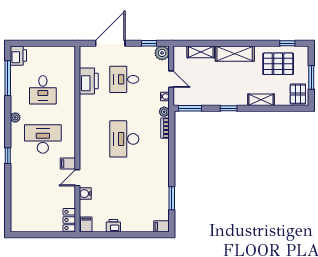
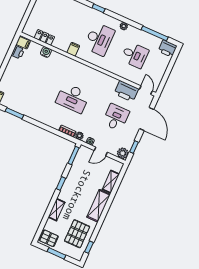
desk: (43, 90) -> (135, 55), turned 180
desk: (124, 139) -> (73, 98), turned 180
door: (77, 178) -> (146, 90), moved
locker: (69, 220) -> (44, 37), moved
printer: (113, 226) -> (18, 52), moved

